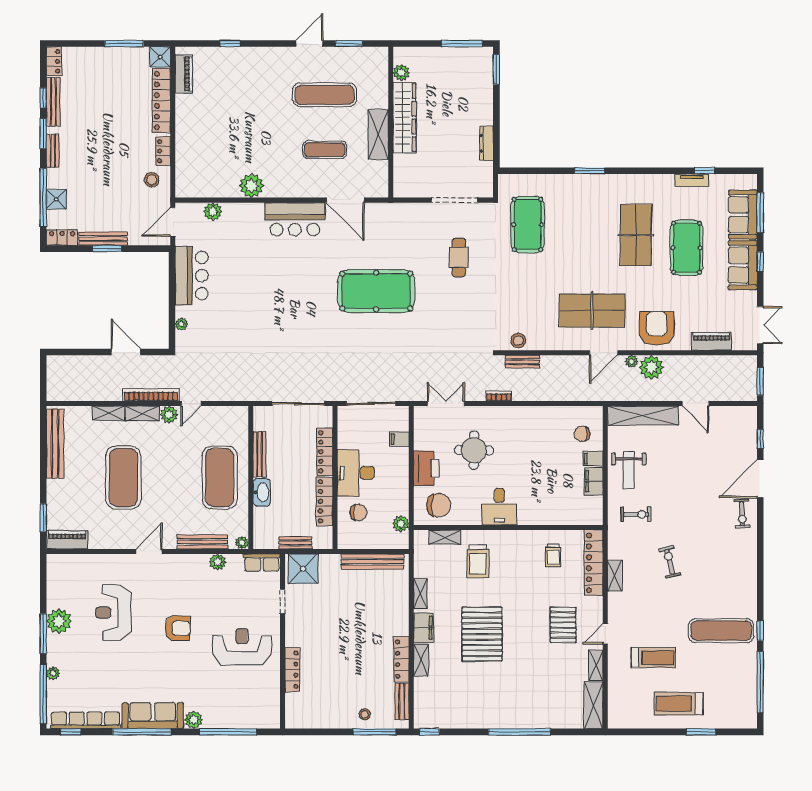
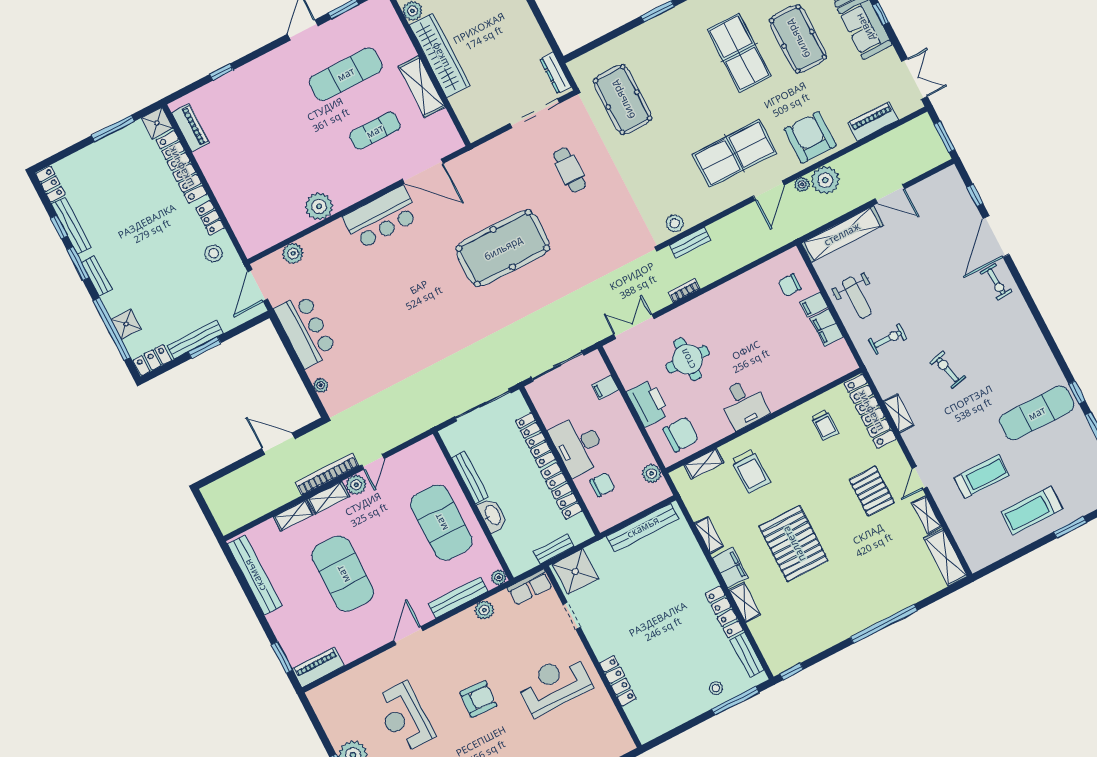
dresser: (486, 143) -> (555, 73), moved

